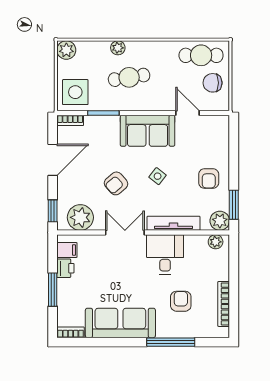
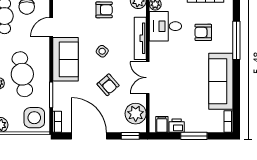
cafe table: (129, 77) -> (22, 74), width x1.37, depth x1.35
door: (53, 160) -> (89, 136), width x1.36
desk: (165, 254) -> (165, 26), moved

